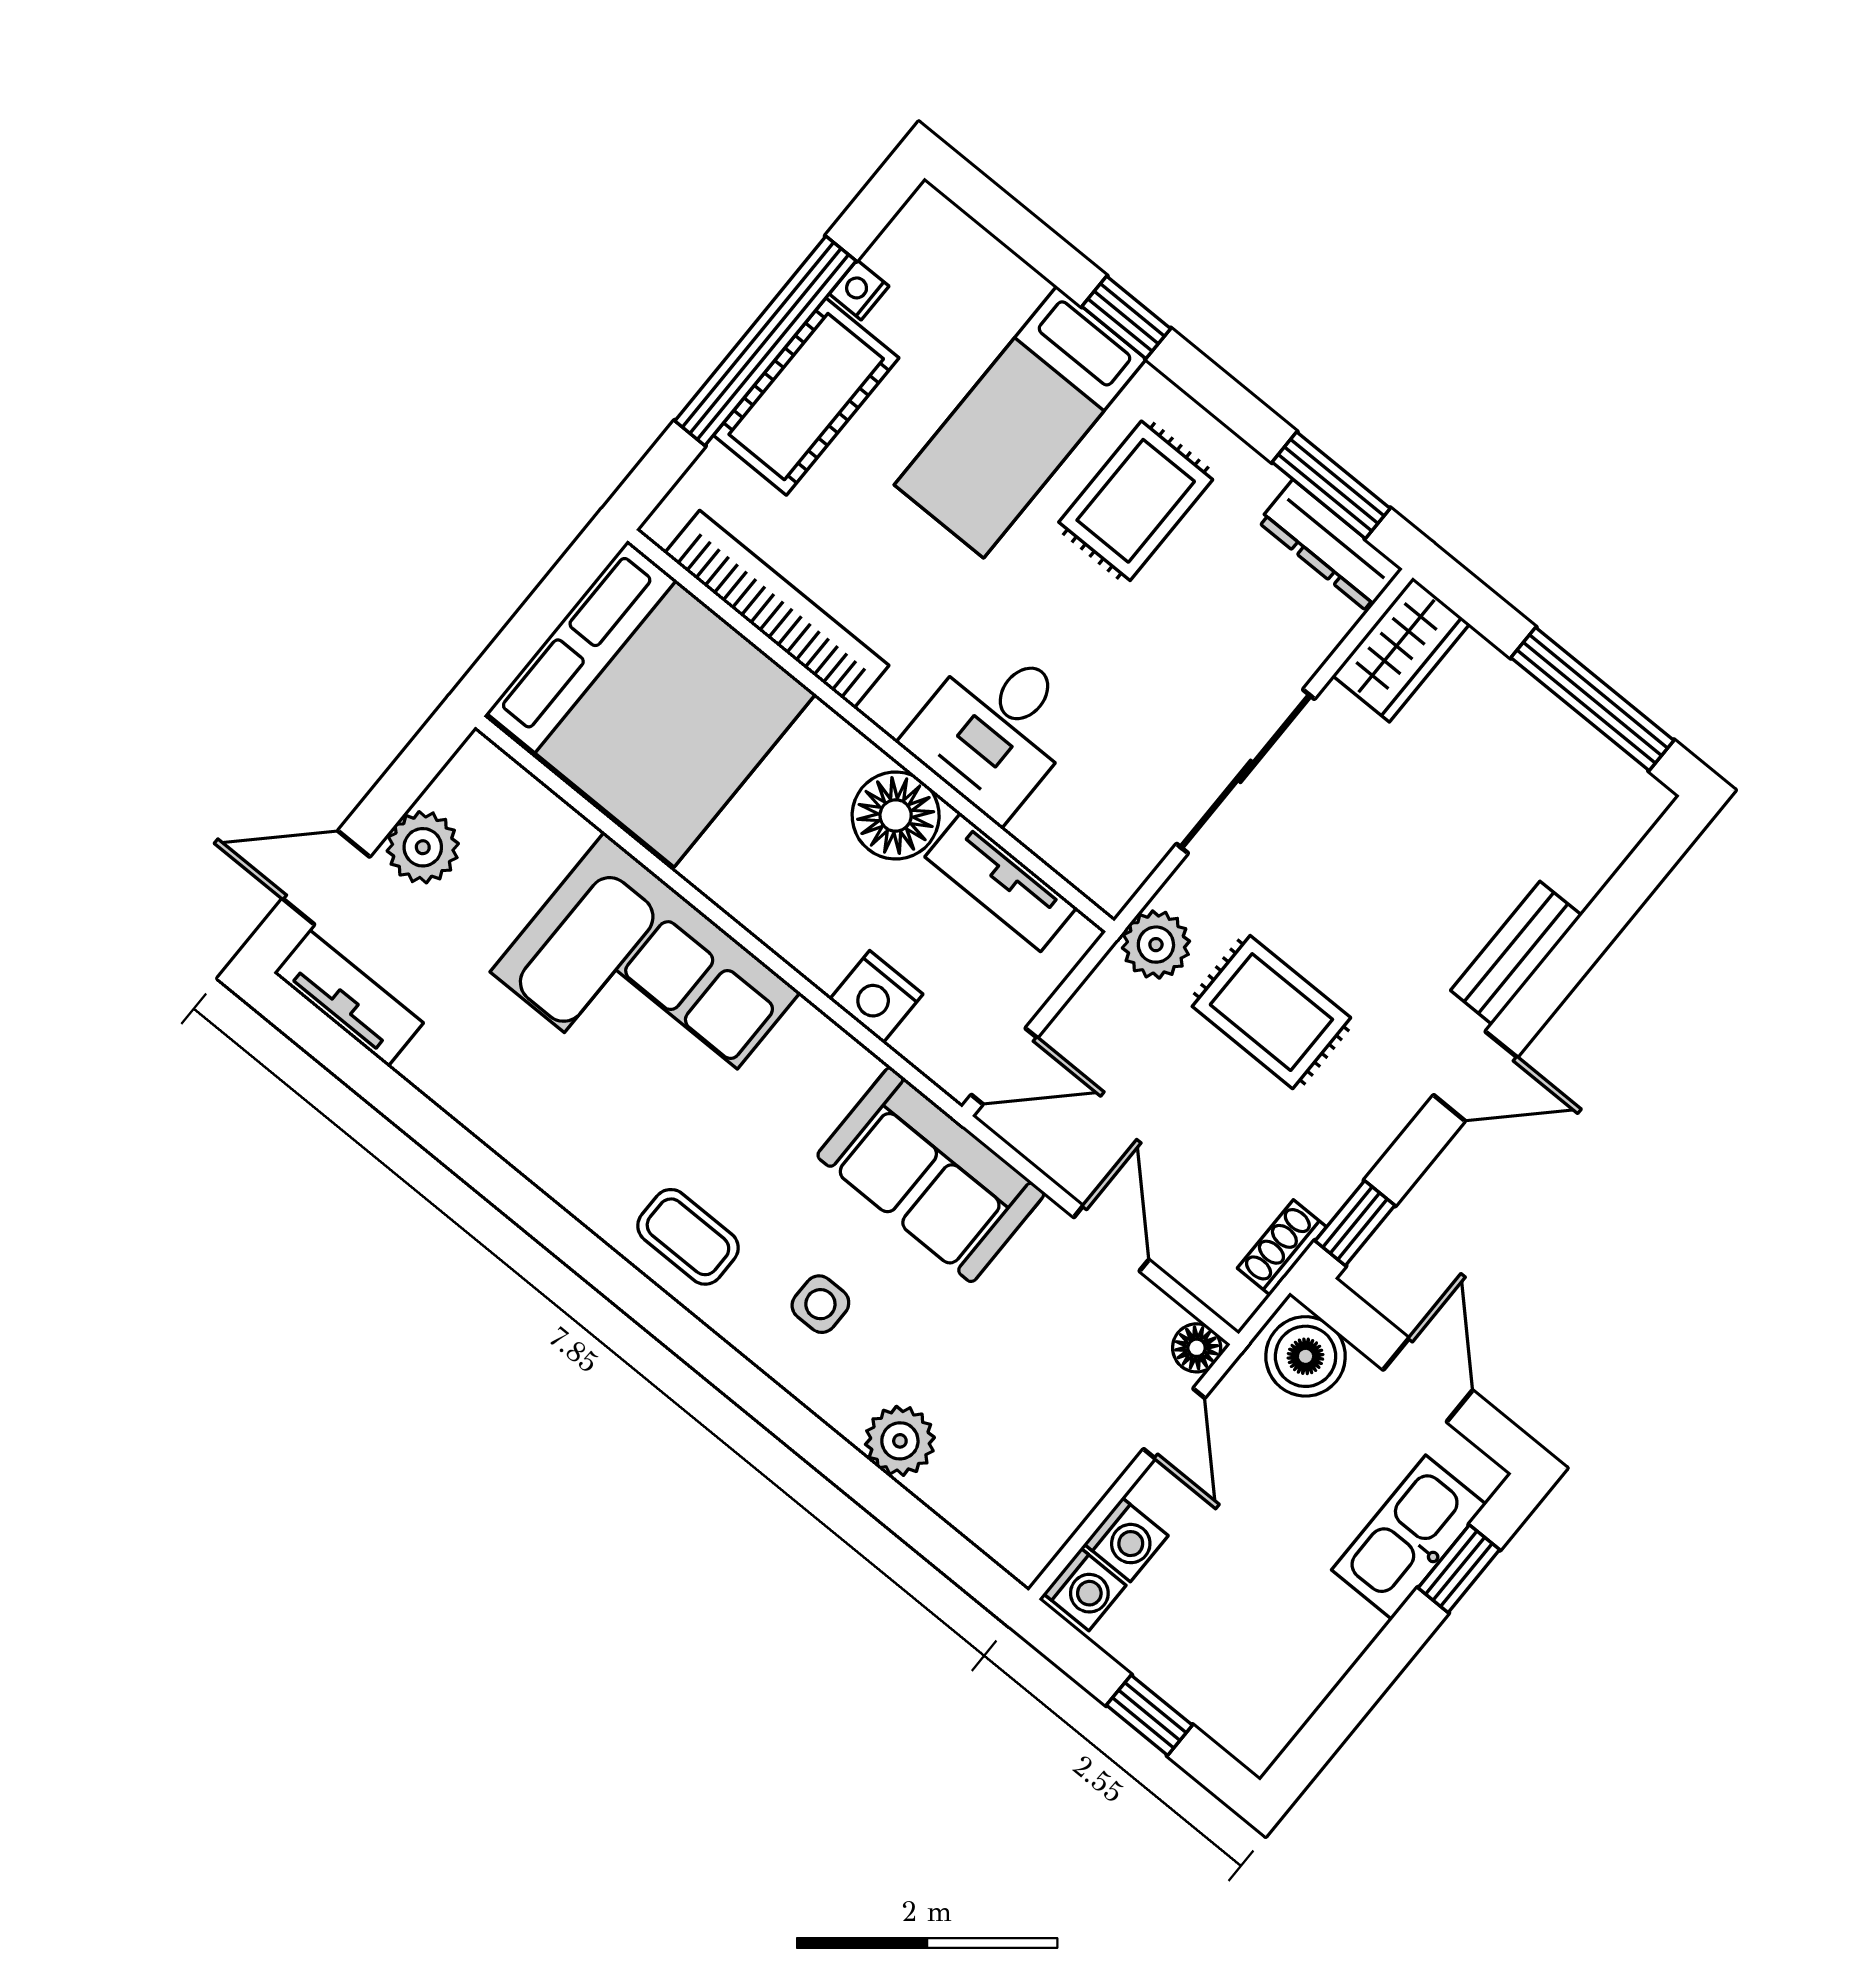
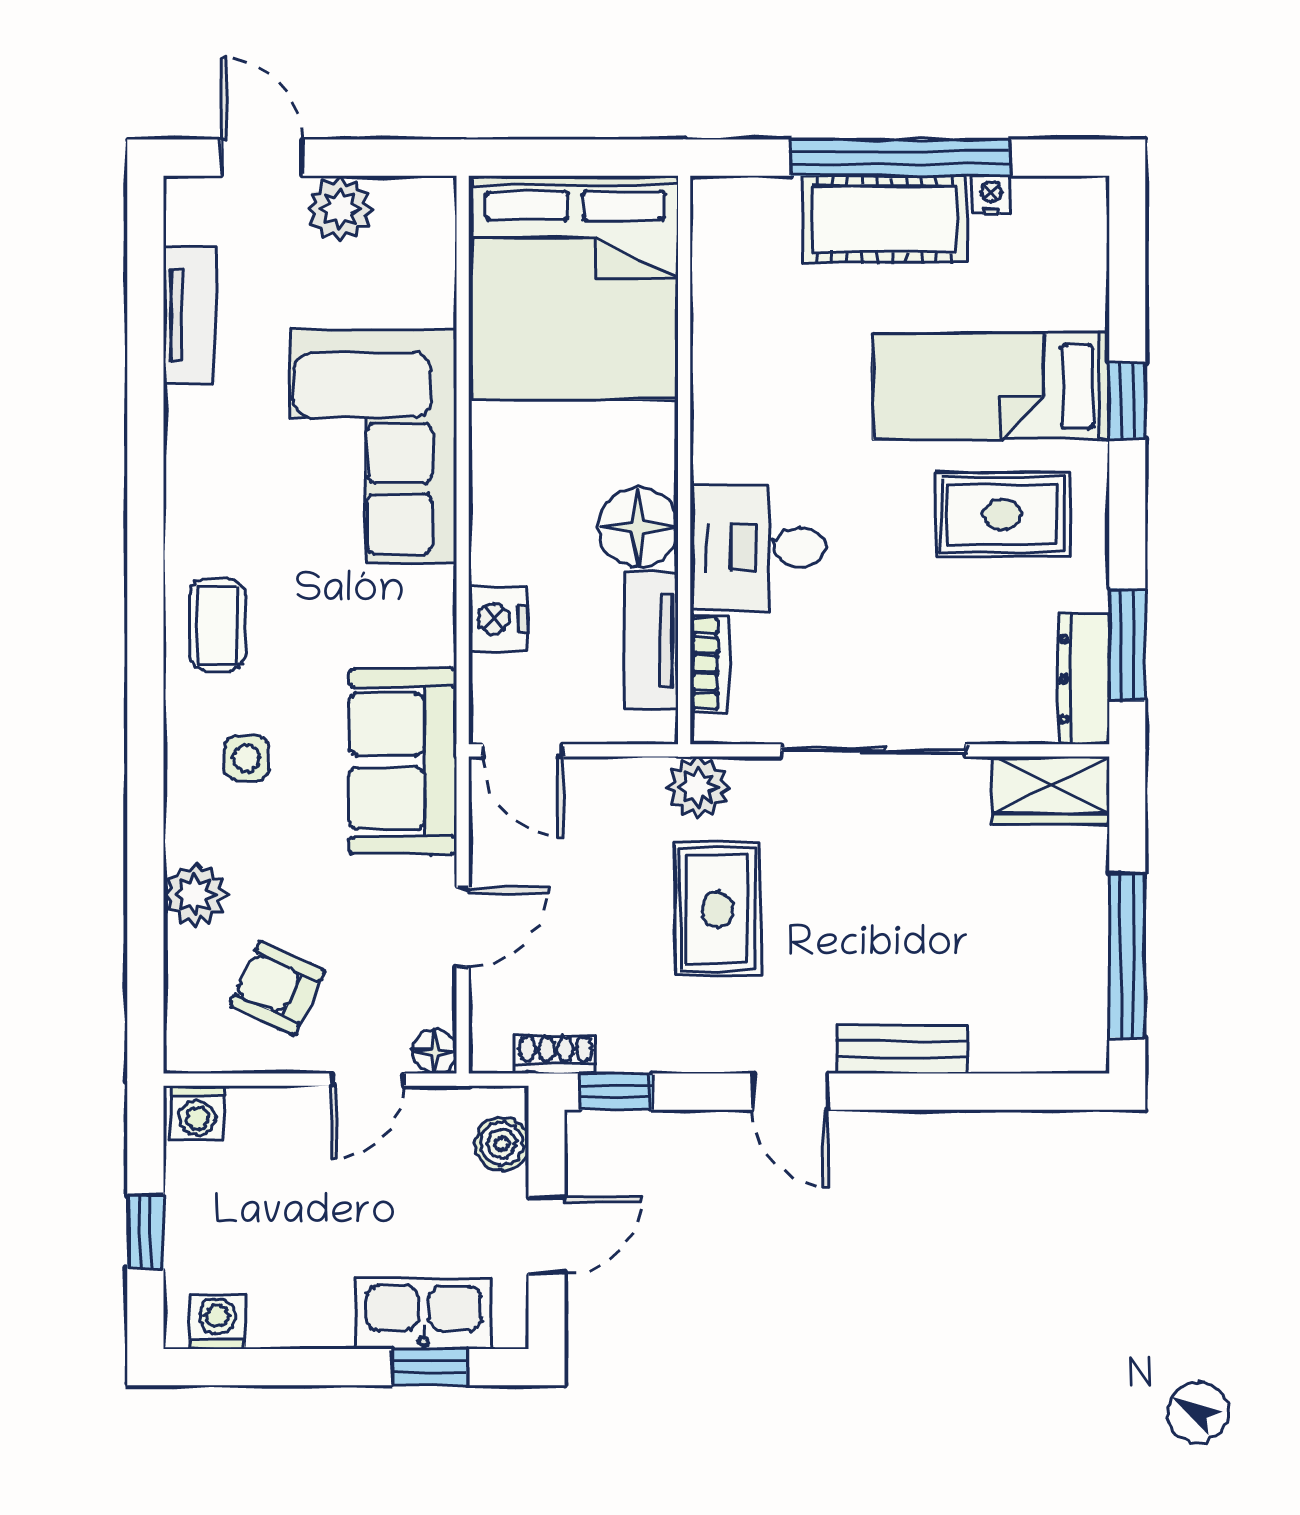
bookcase: (777, 609) -> (710, 664), moved, width x0.43, depth x0.76
tv unit: (348, 998) -> (189, 315), moved
boiler: (1306, 1356) -> (502, 1144), width x0.73, depth x0.73
armchair: (1035, 1436) -> (278, 988), added
washing machine: (1126, 1540) -> (217, 1322), moved, turned 180

